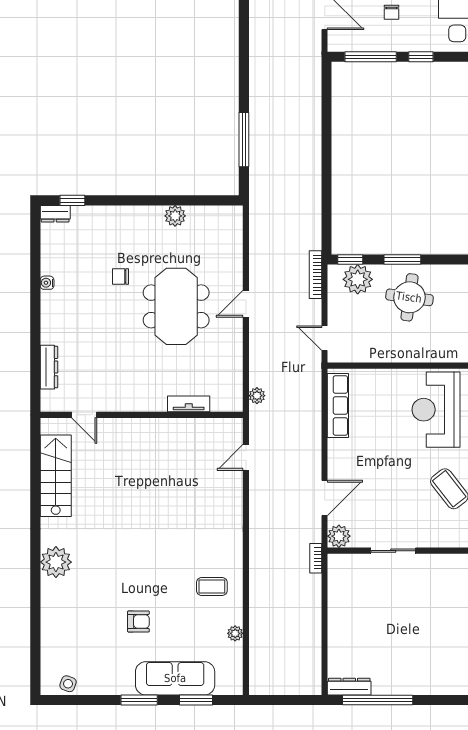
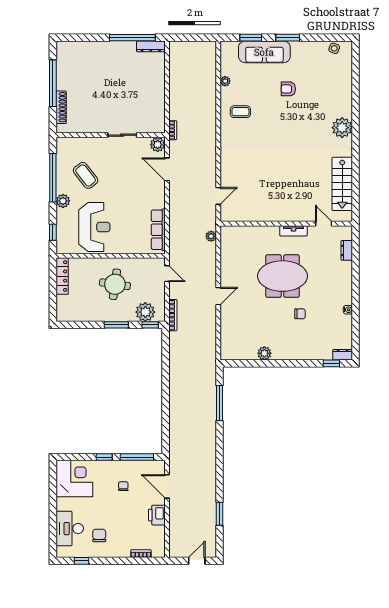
round table: (409, 297) -> (115, 284), moved
meeting table: (176, 306) -> (283, 276), moved, turned 90
dresser: (49, 367) -> (347, 250), width x0.70
tv unit: (189, 404) -> (294, 231), moved
door: (325, 498) -> (167, 169), hinge flipped

